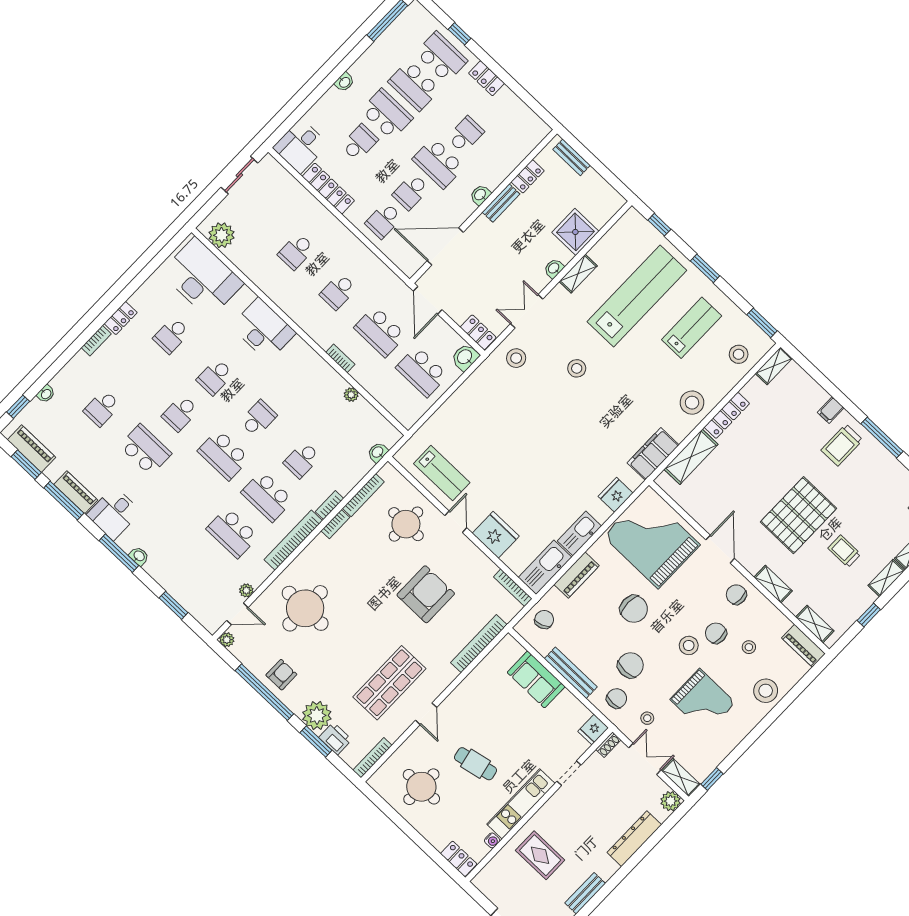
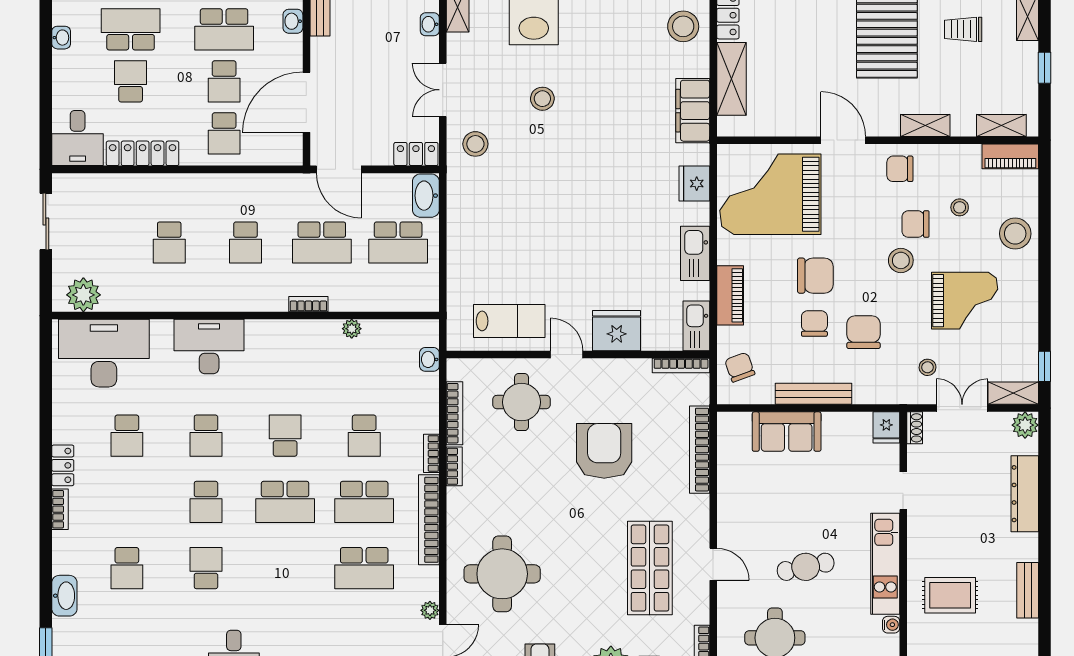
washbasin: (465, 357) -> (426, 196), width x1.38
washbasin: (46, 394) -> (64, 596), width x1.91, depth x1.45
school desk: (145, 450) -> (206, 568), width x0.54
kitchen sink: (545, 567) -> (696, 326), width x0.73, depth x0.81
chair: (617, 698) -> (814, 323), moved

